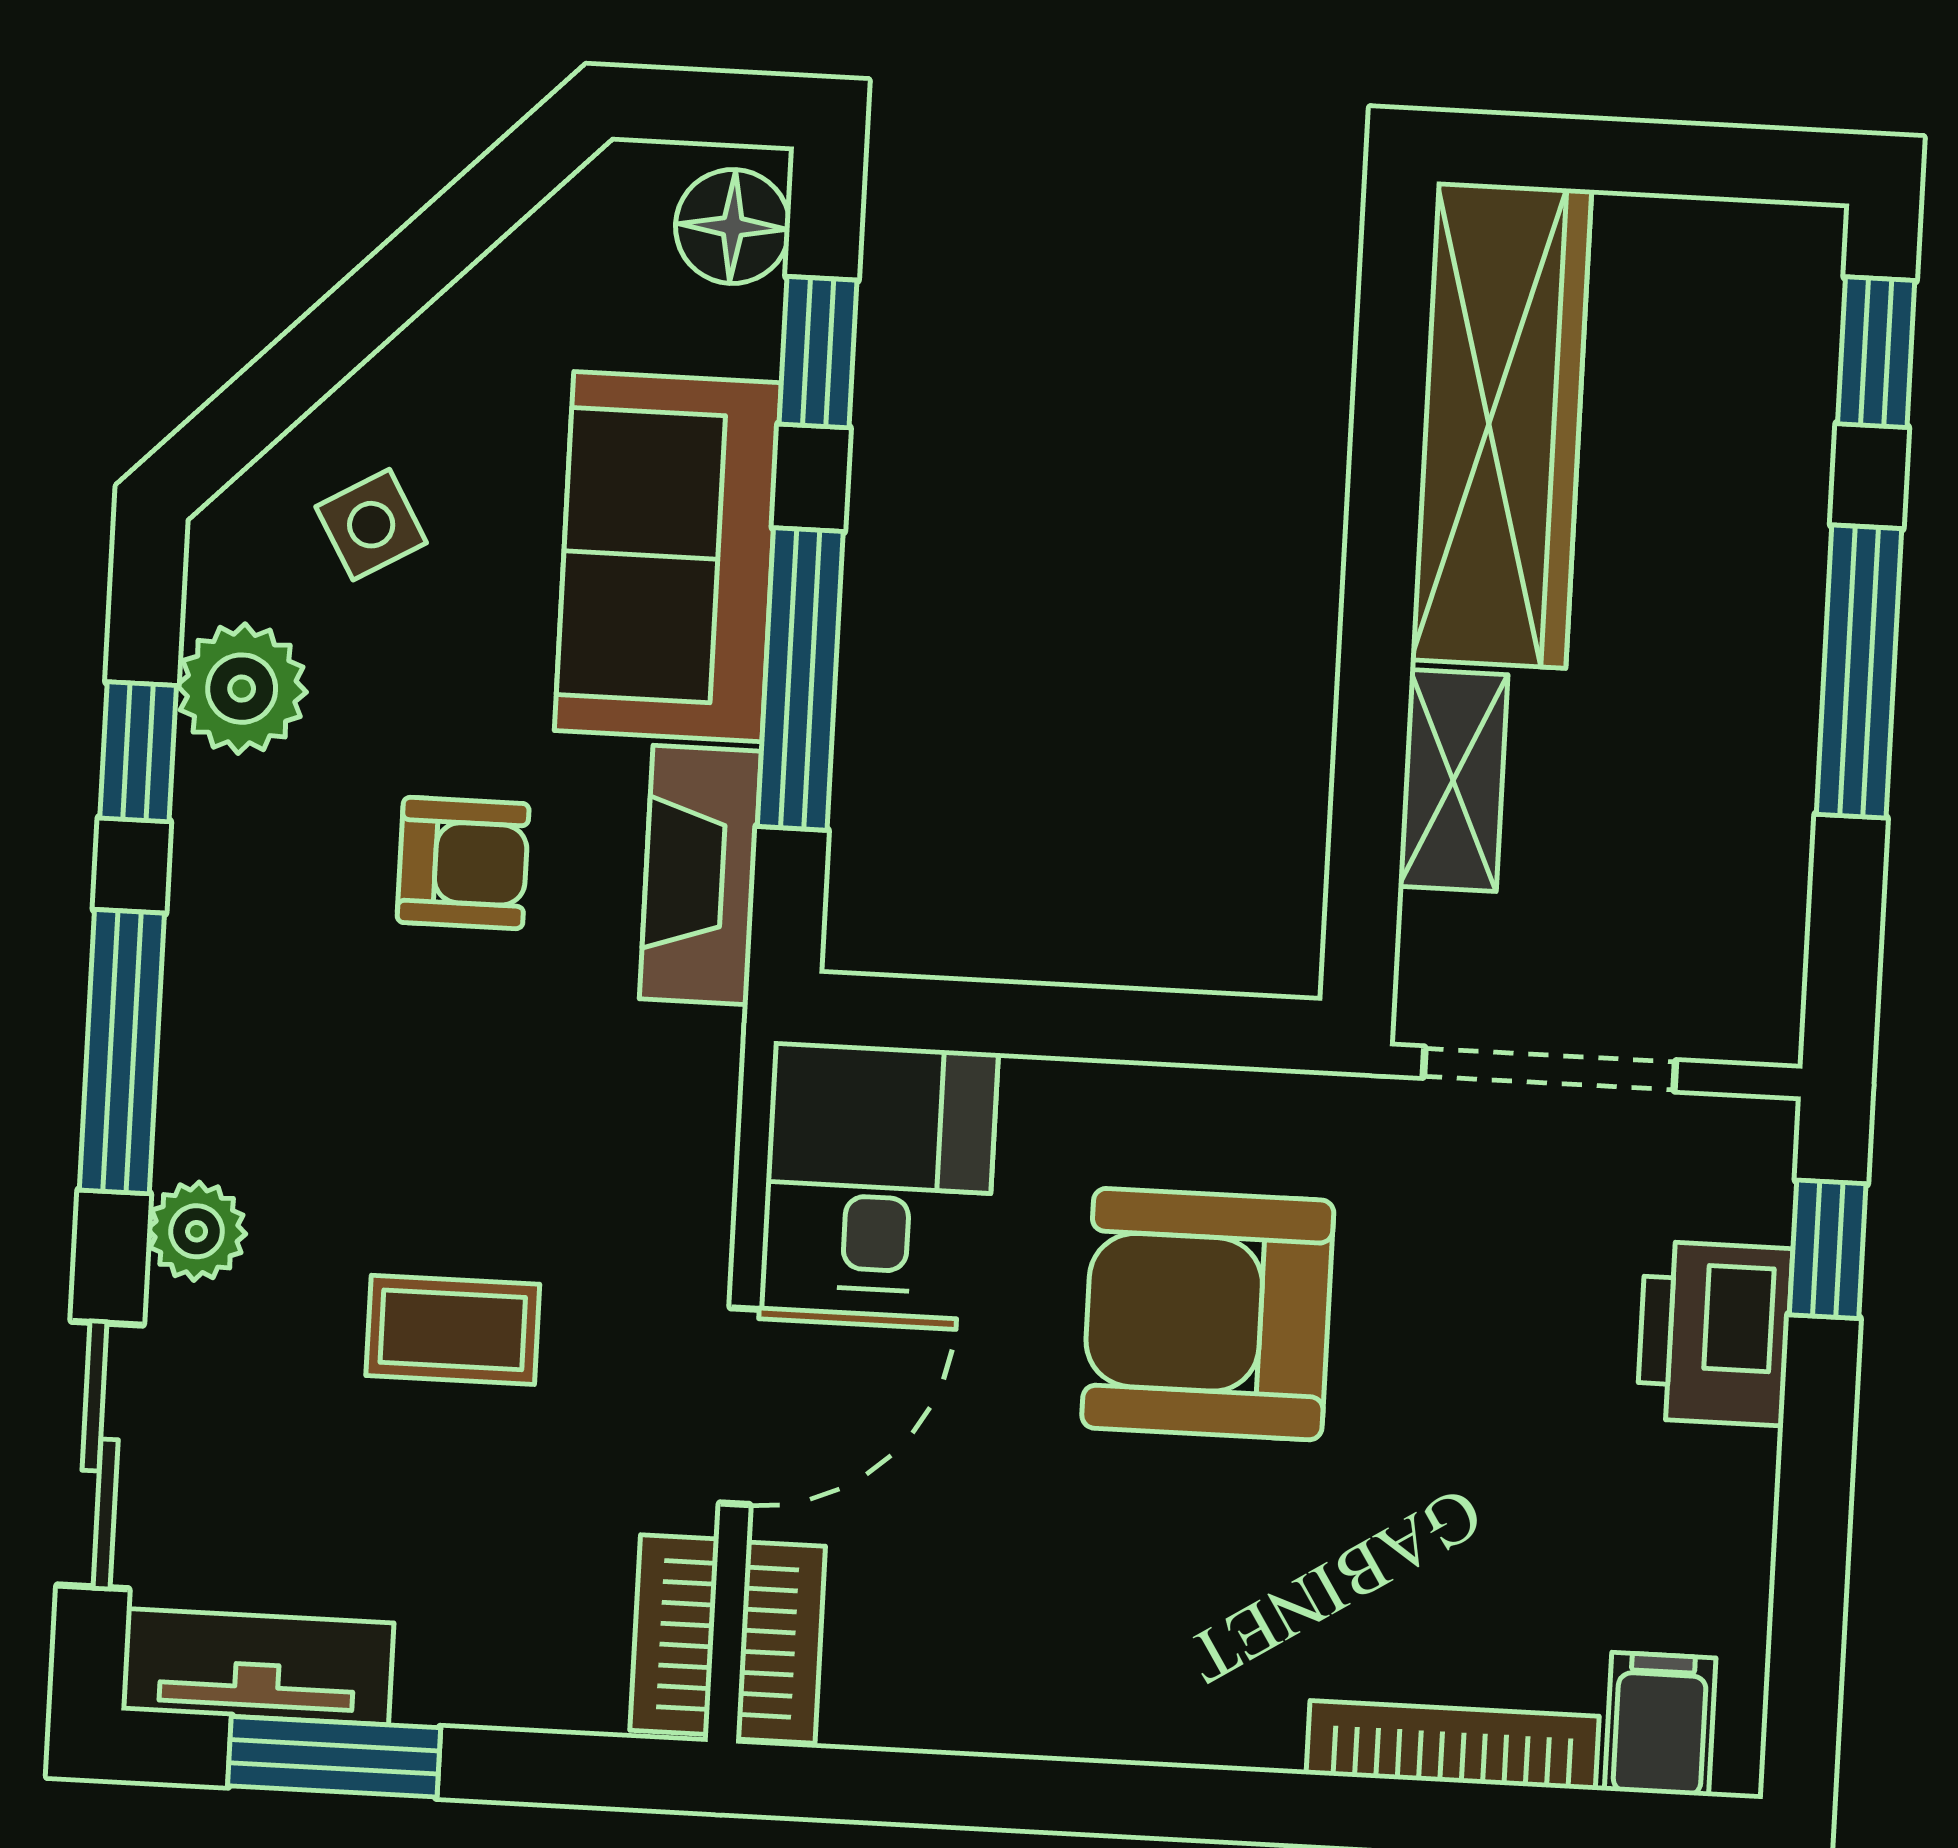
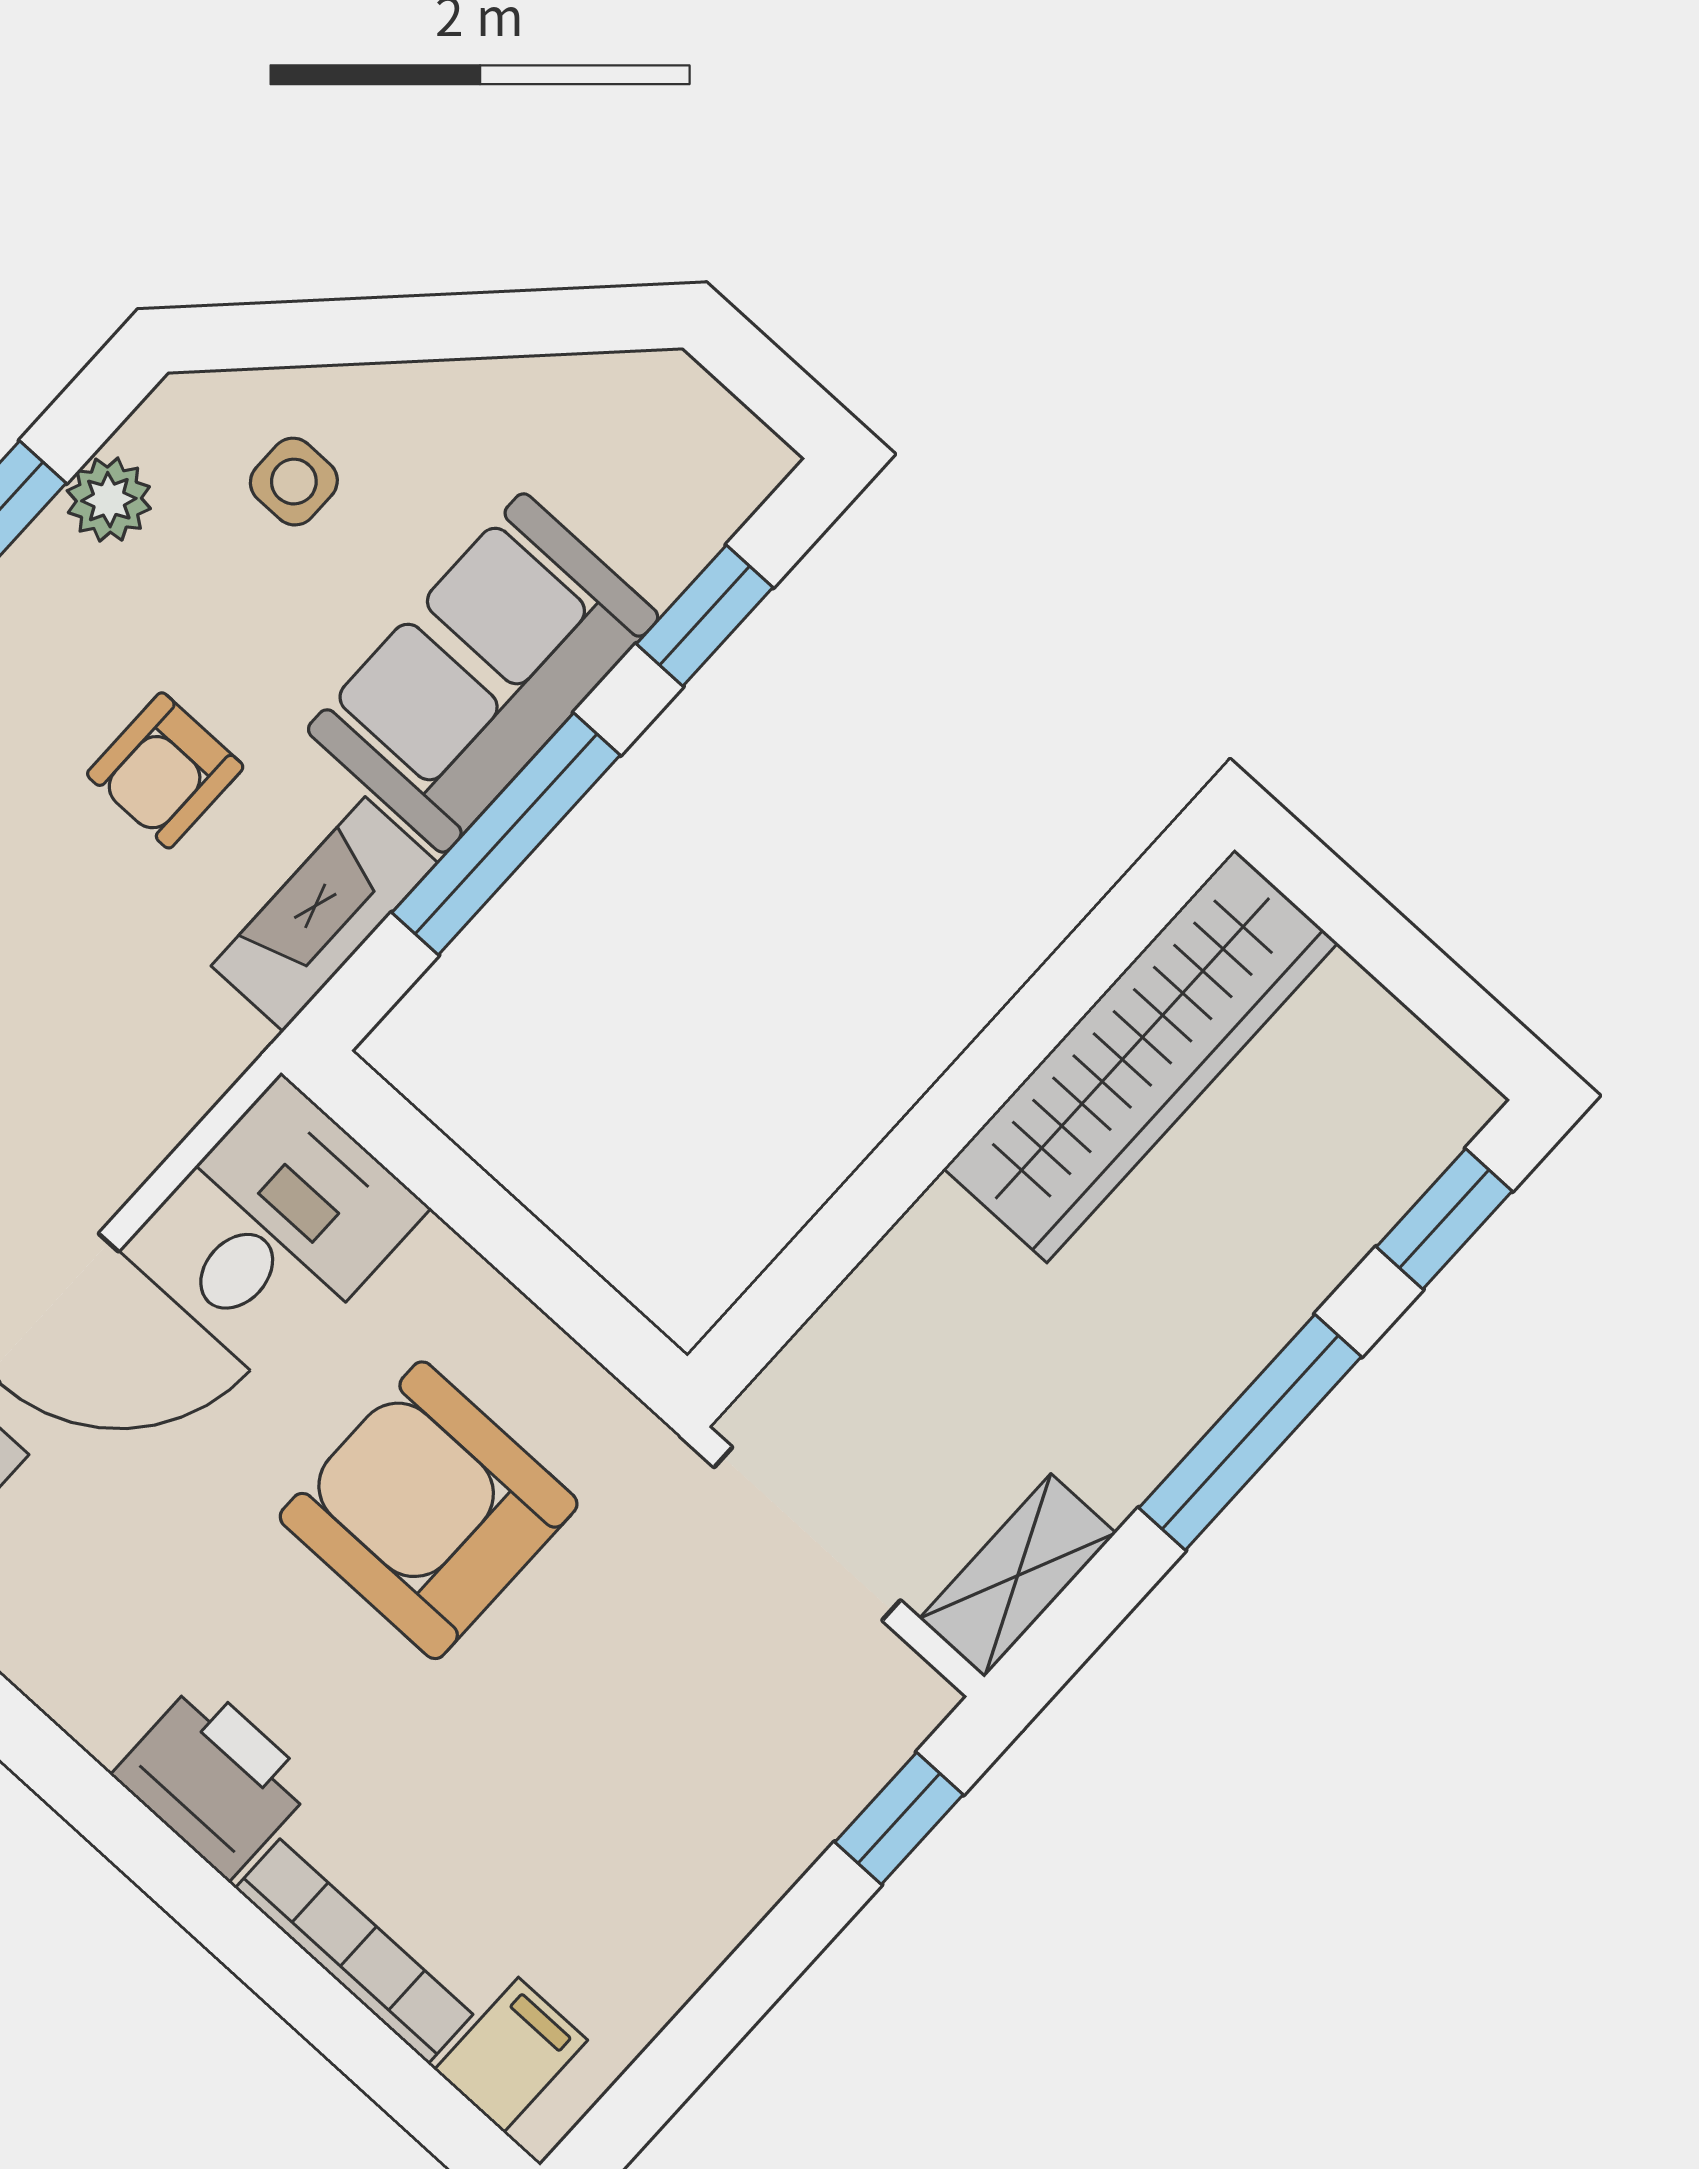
floor lamp: (733, 226) -> (717, 479), removed
side table: (371, 525) -> (294, 482), turned 30
plant: (242, 689) -> (109, 500), width x0.73, depth x0.73
shelving: (1453, 780) -> (1018, 1576), moved
armchair: (463, 863) -> (165, 770), turned 90
printer: (1715, 1333) -> (214, 1779), moved, turned 90

